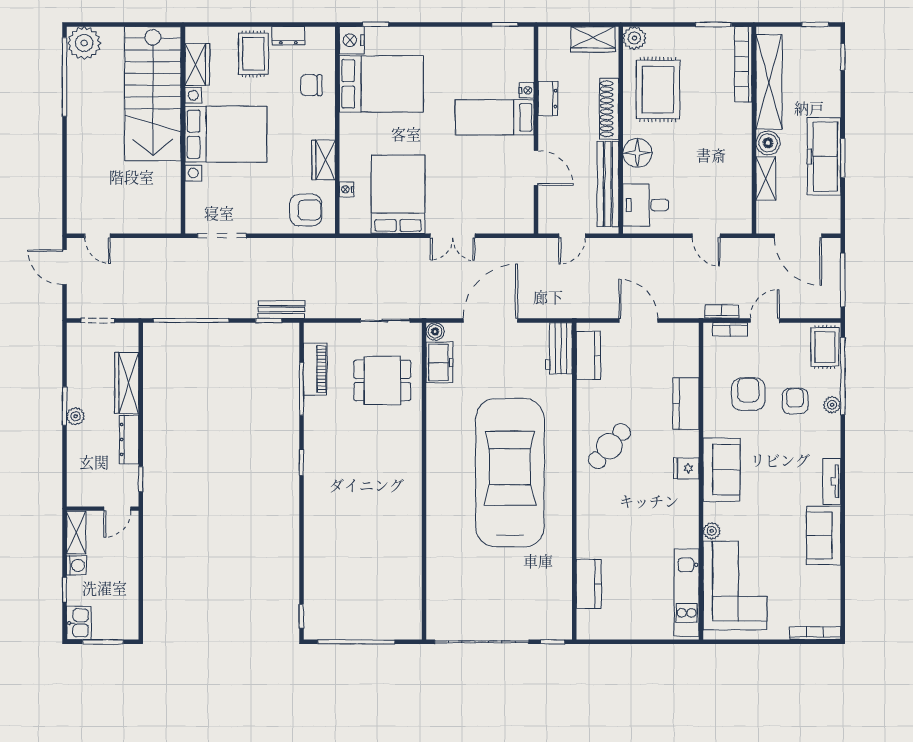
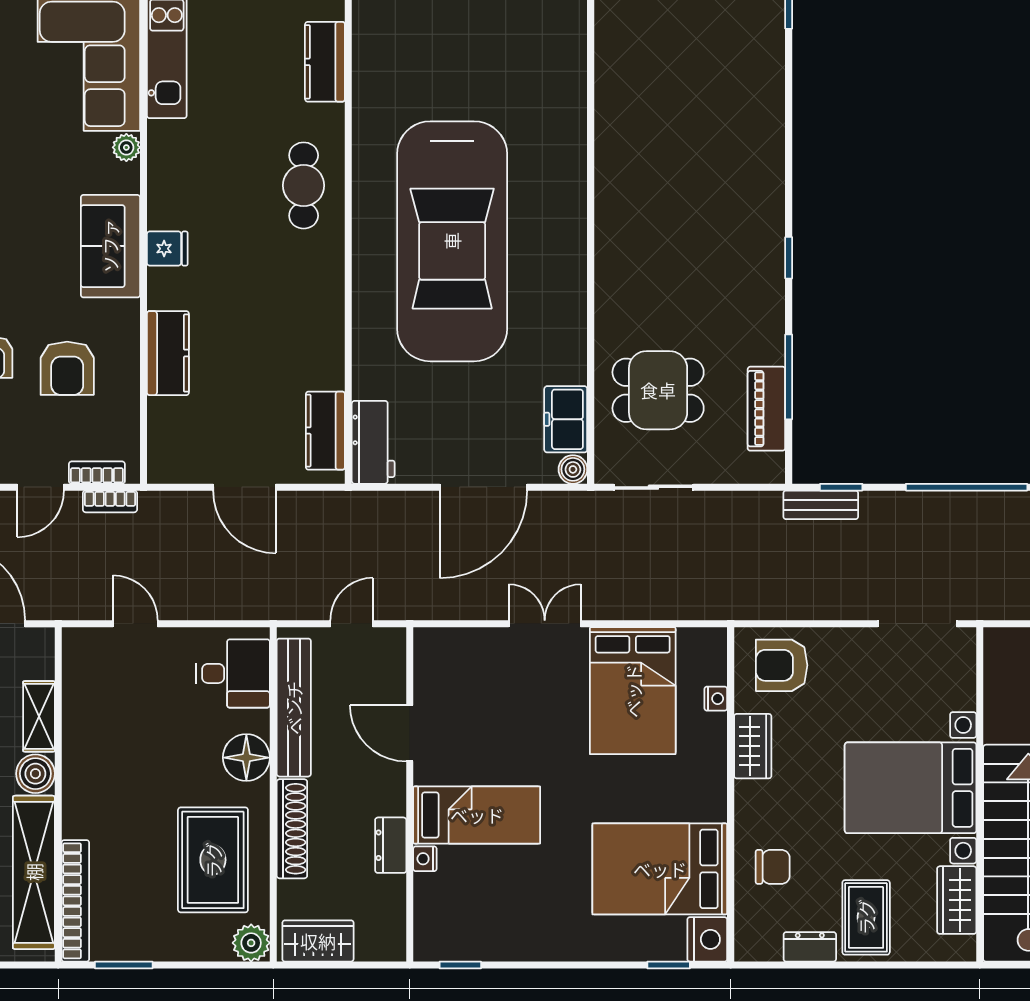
cafe table: (609, 446) -> (304, 185), moved, turned -41

